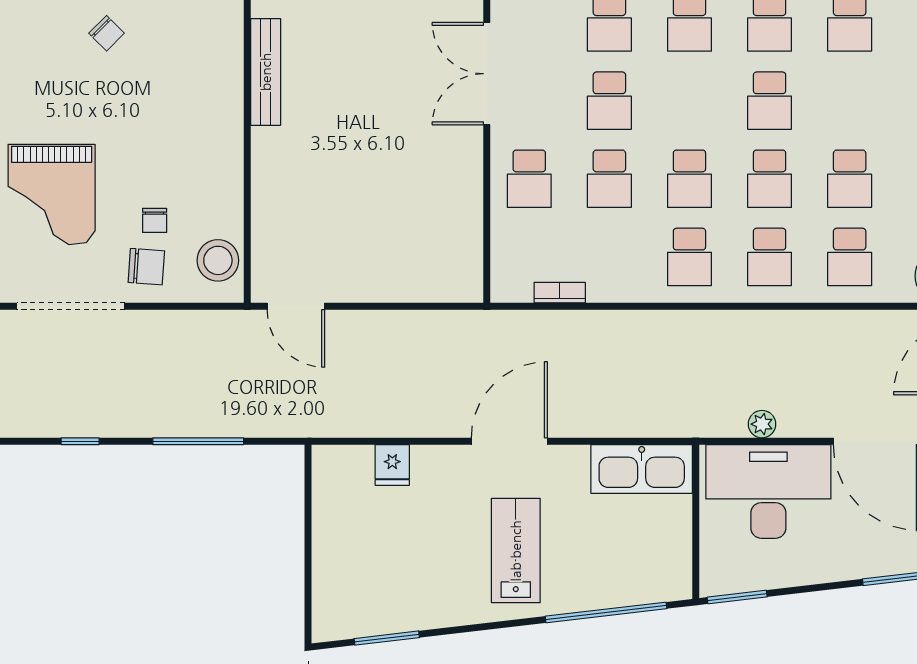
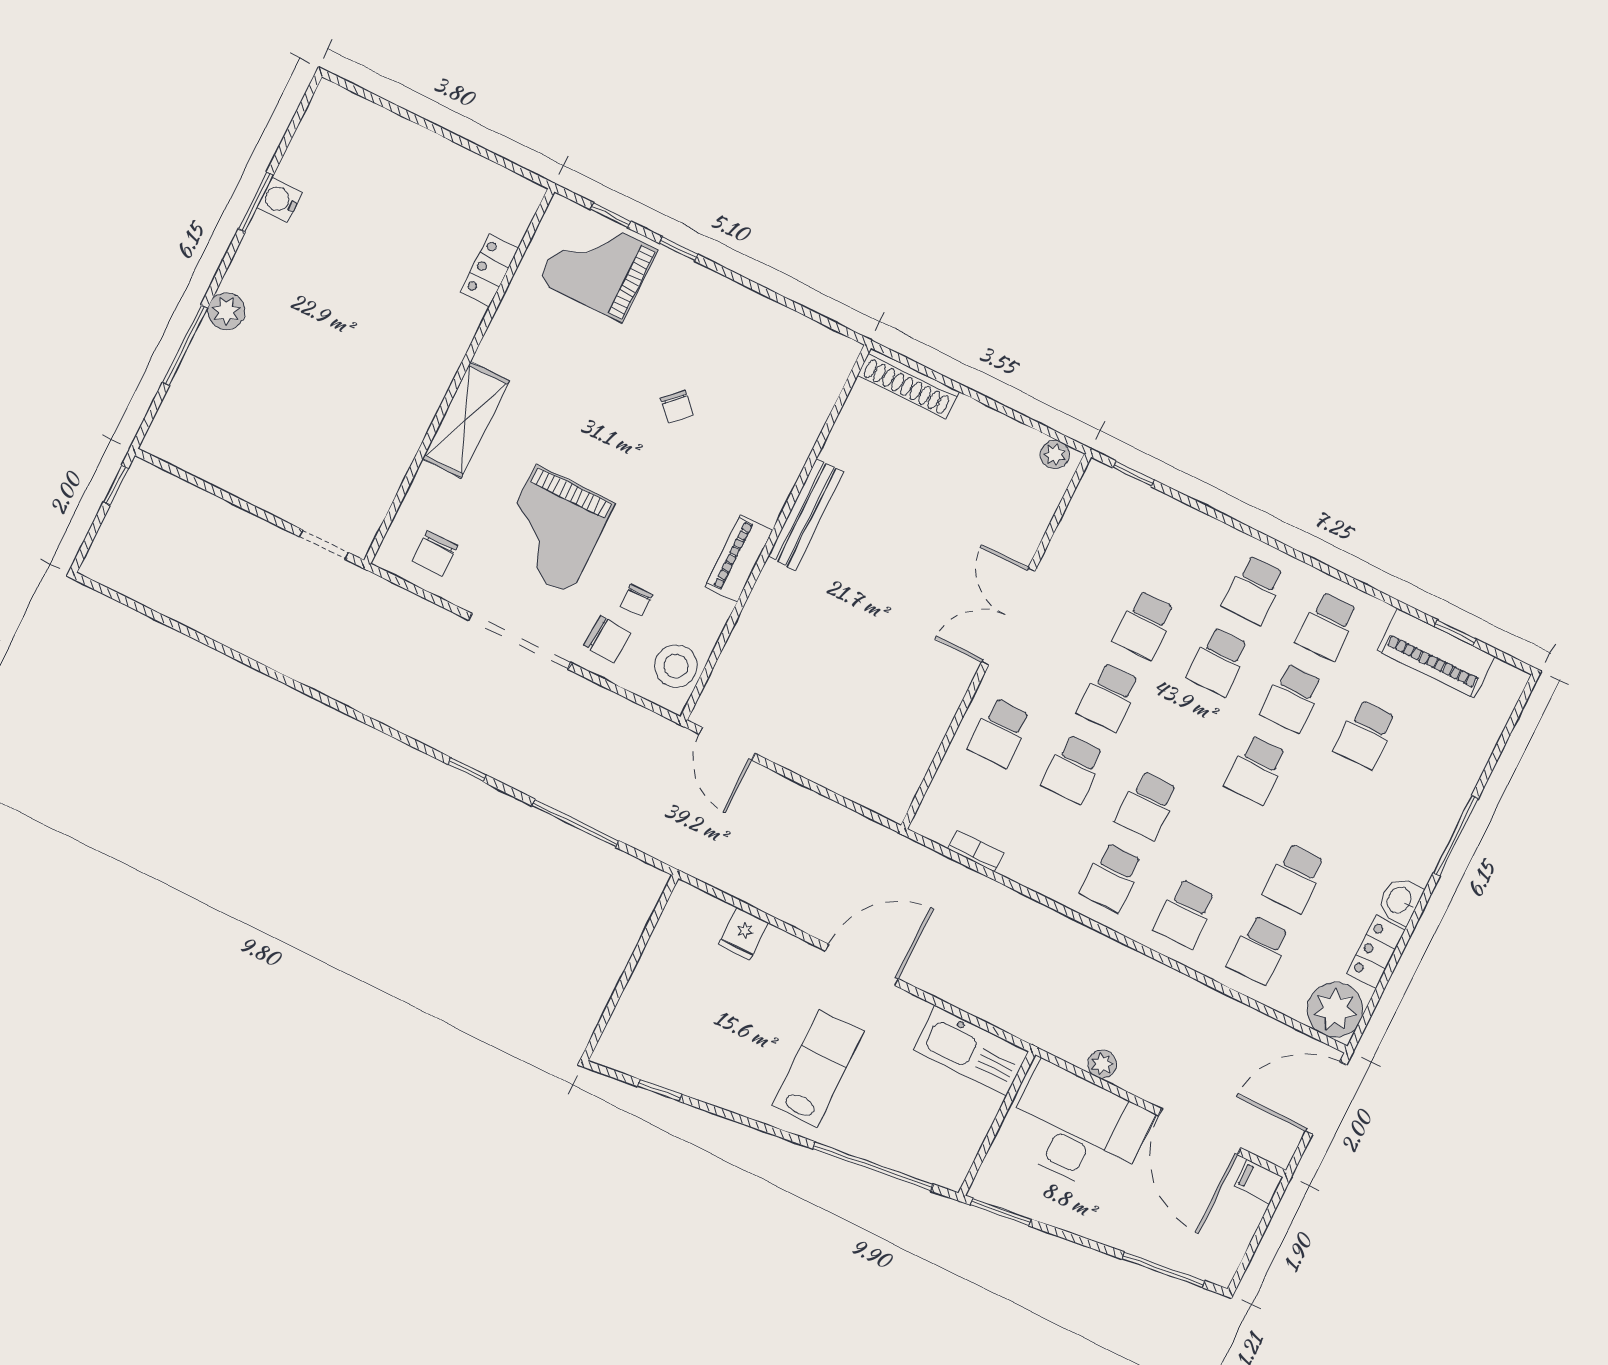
piano: (226, 139) -> (739, 558), added
school desk: (770, 179) -> (1221, 842), removed
window: (387, 638) -> (660, 1090), width x0.67

